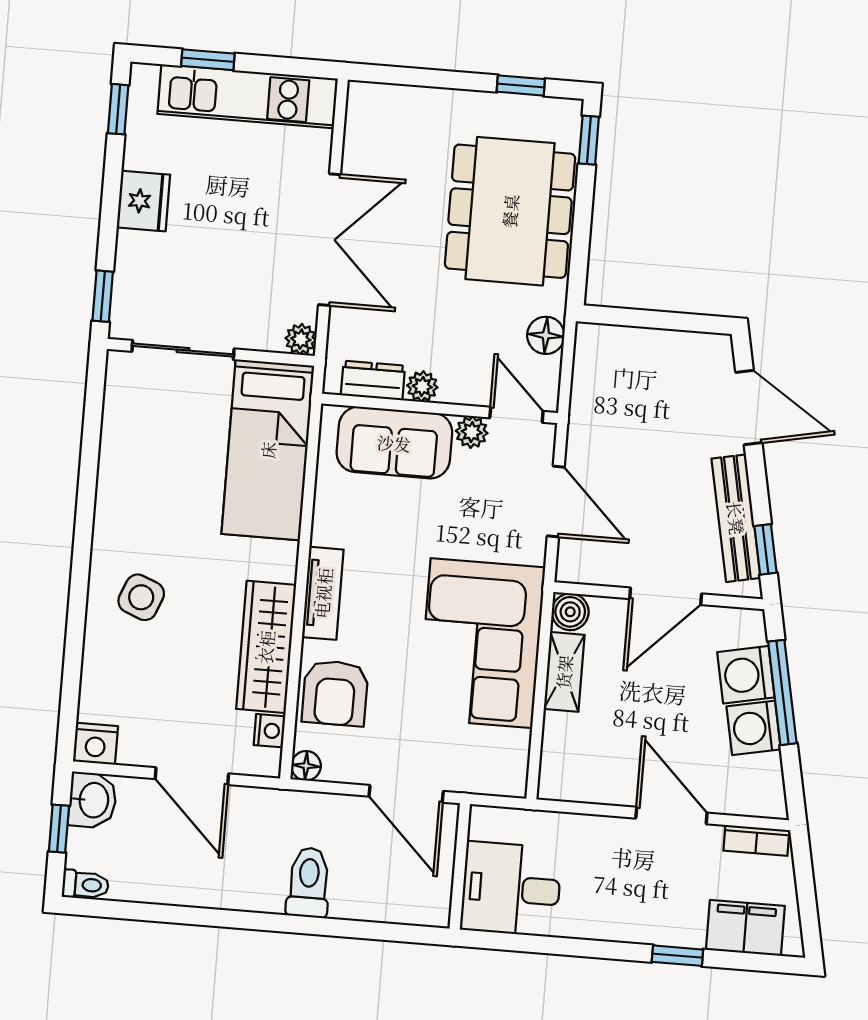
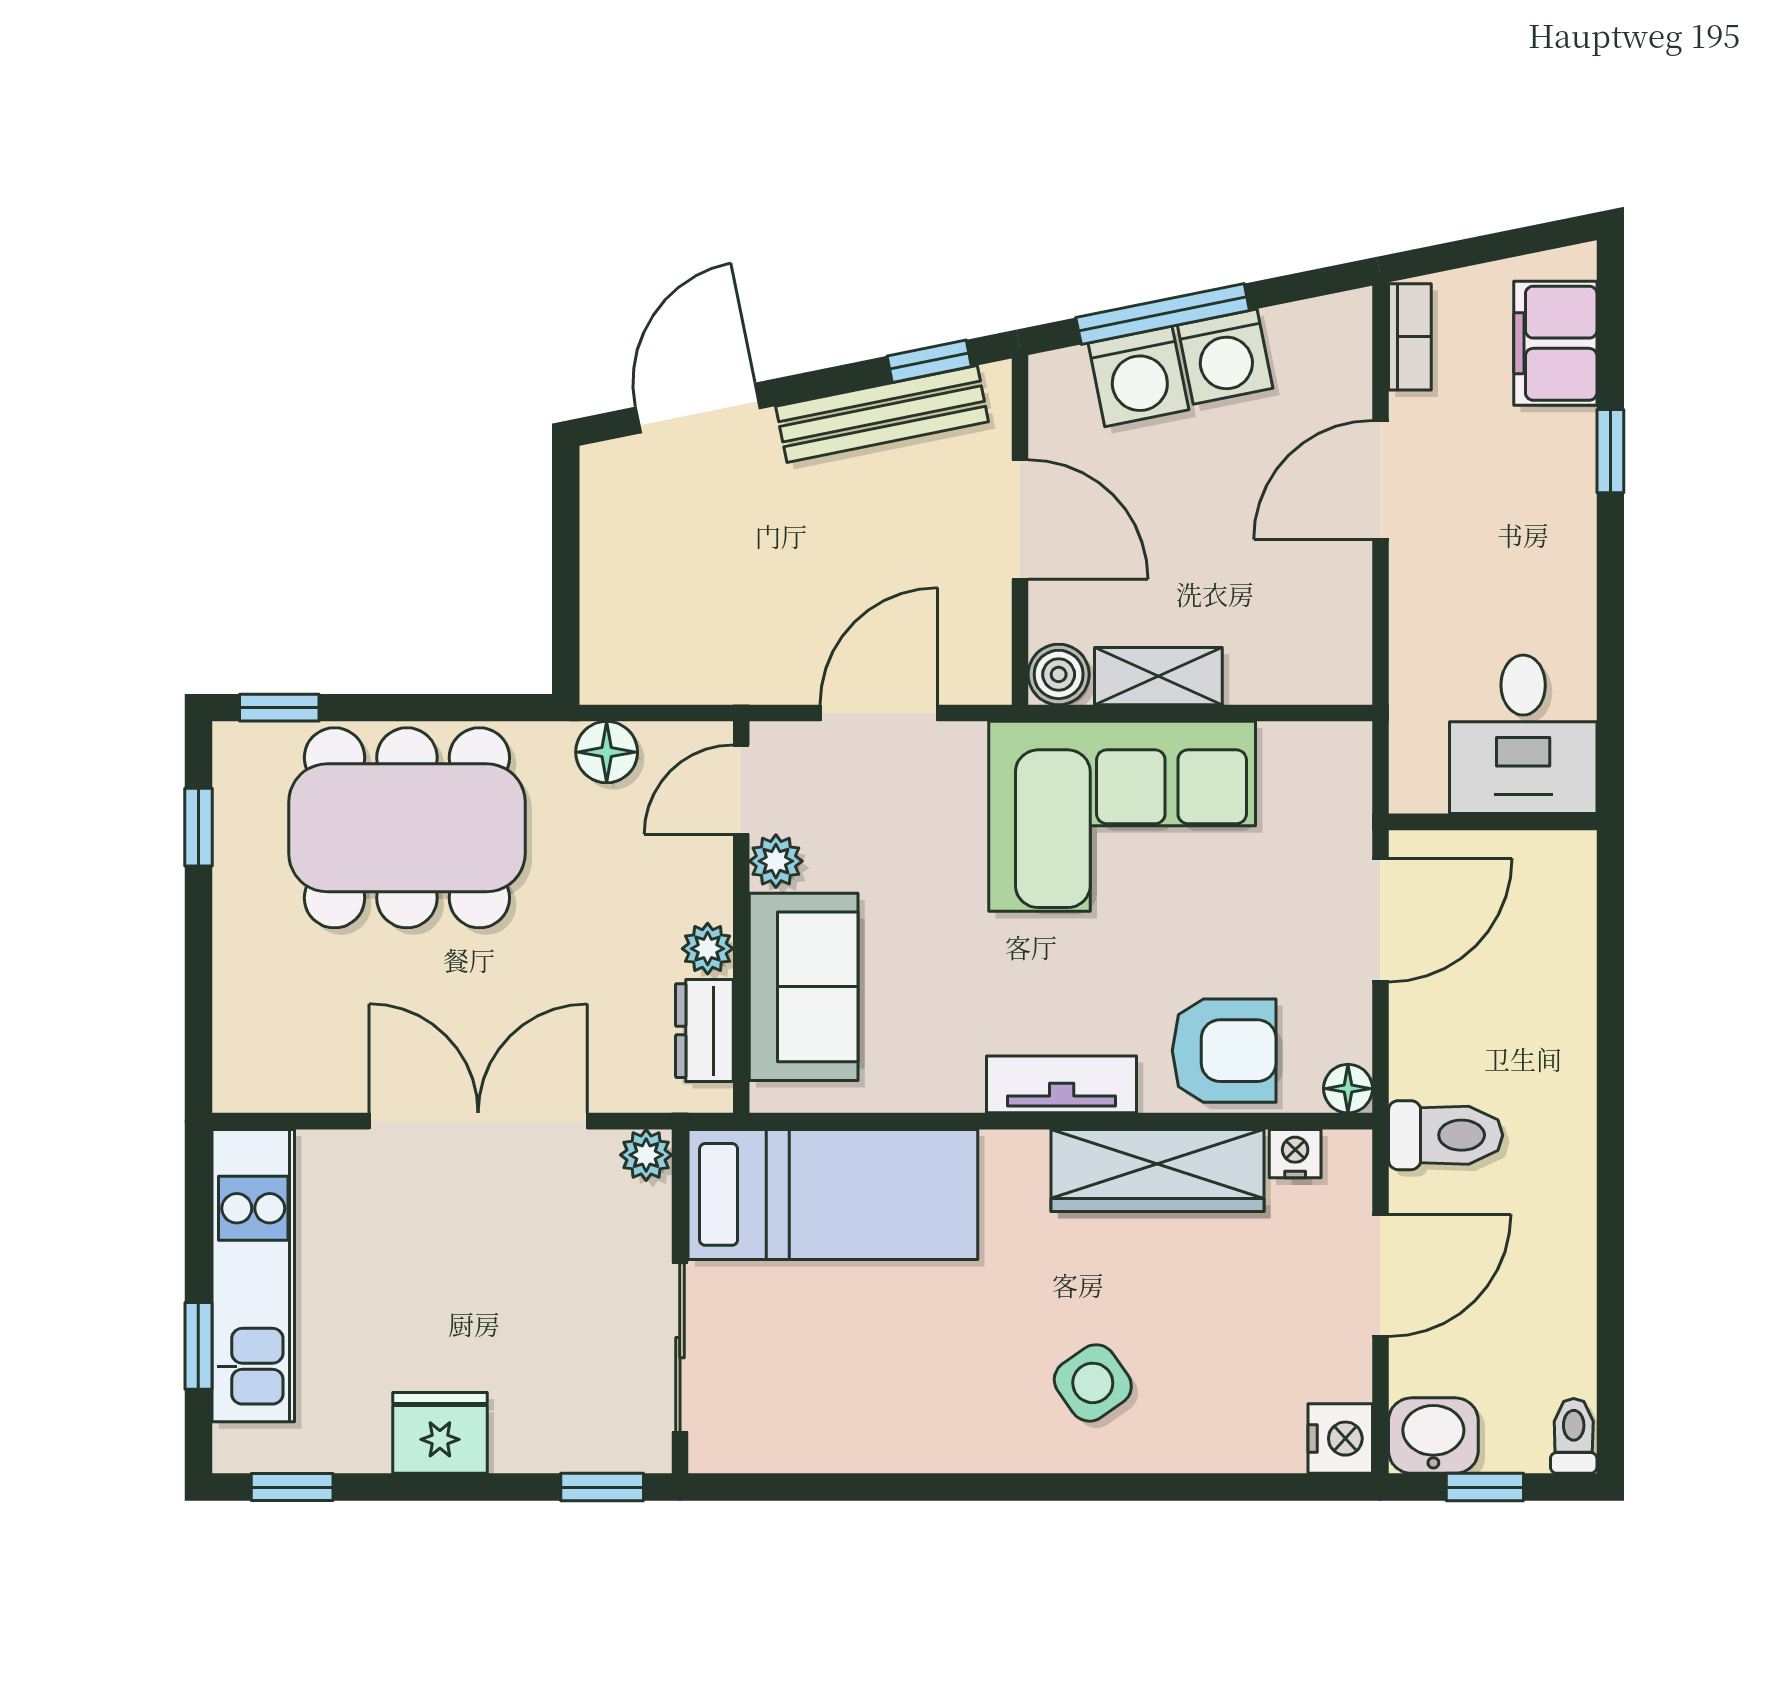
side table: (141, 597) -> (1093, 1383), turned 33
toilet: (309, 883) -> (1446, 1135), moved, turned 180

